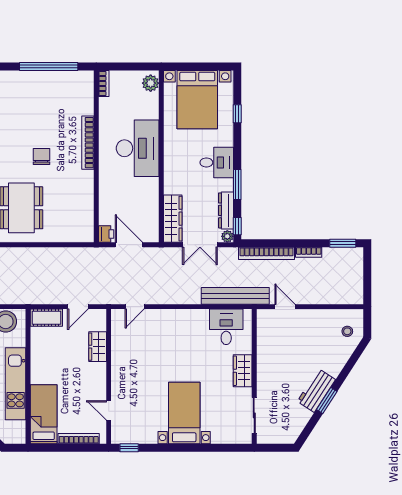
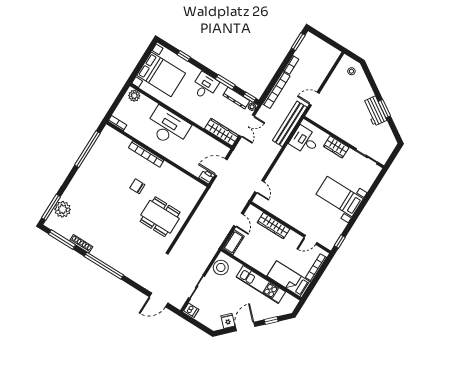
wardrobe: (98, 347) -> (273, 226), width x1.50

